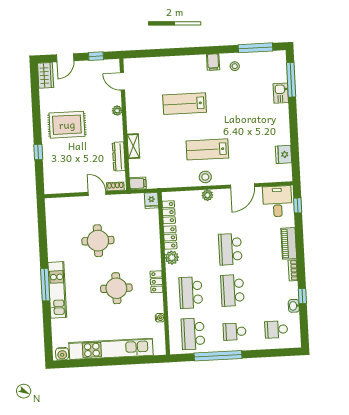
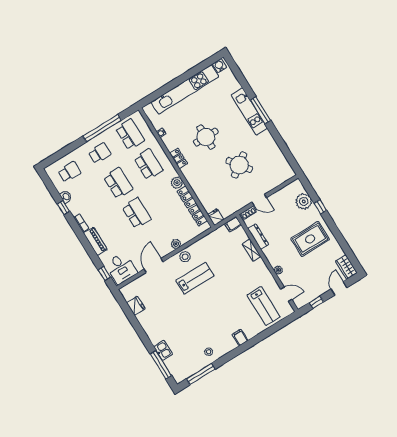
filing cabinet: (213, 62) -> (240, 337), moved
lab bench: (185, 104) -> (264, 306), moved, turned 90
plant: (52, 167) -> (304, 201), added
round table: (98, 241) -> (239, 165), turned -36

